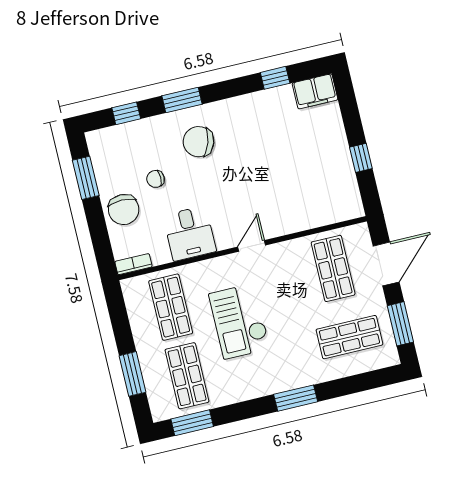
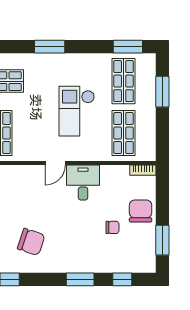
chair: (199, 142) -> (31, 242), moved
desk: (190, 233) -> (83, 183), moved
checkout: (239, 321) -> (77, 111), turned 180

